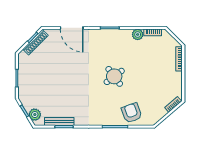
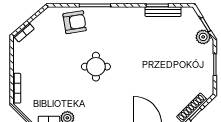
round table: (114, 76) -> (96, 67), turned 37
armchair: (132, 113) -> (75, 22), turned -79
plant: (35, 115) -> (203, 37), moved

